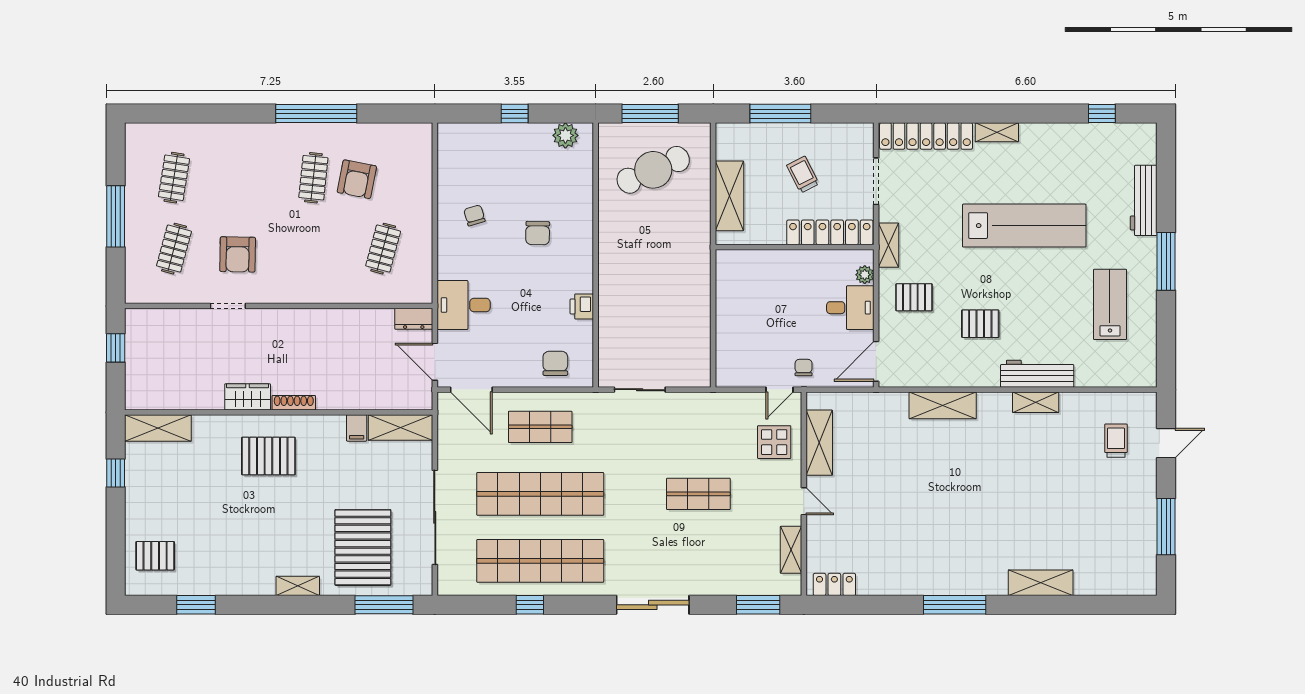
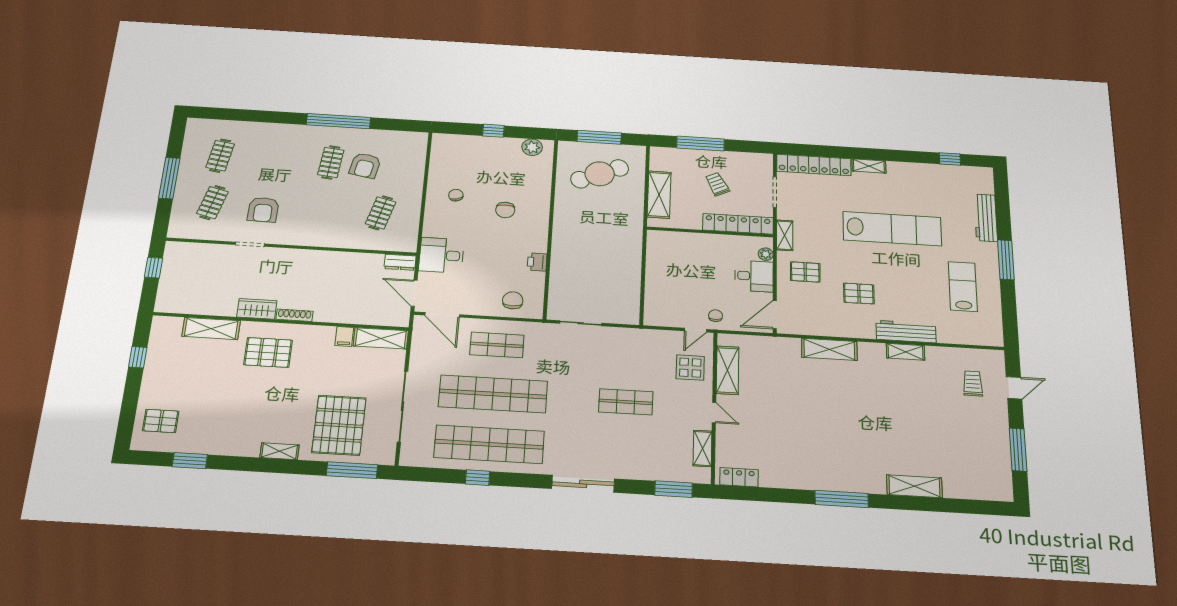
shelving: (158, 428) -> (211, 329), moved

